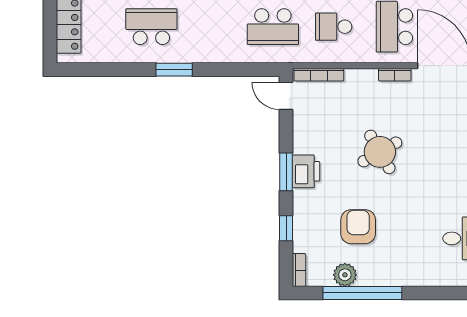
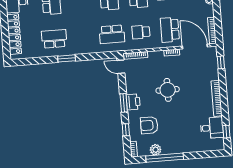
round table: (380, 152) -> (168, 90), turned 30
armchair: (358, 227) -> (149, 125), moved, turned -90

